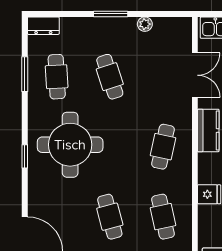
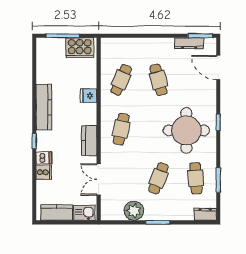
plant: (145, 24) -> (134, 211), width x1.88, depth x1.88
cafe table: (110, 77) -> (158, 178), turned 39
cafe table: (163, 217) -> (121, 80), turned 36

